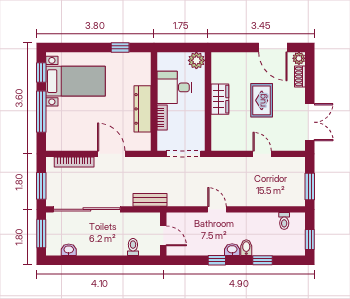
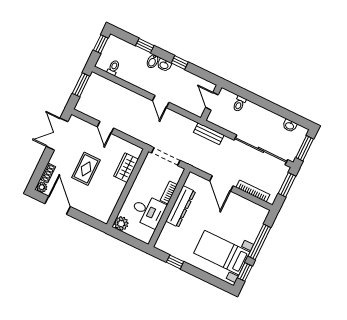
wardrobe: (220, 99) -> (126, 168), moved

